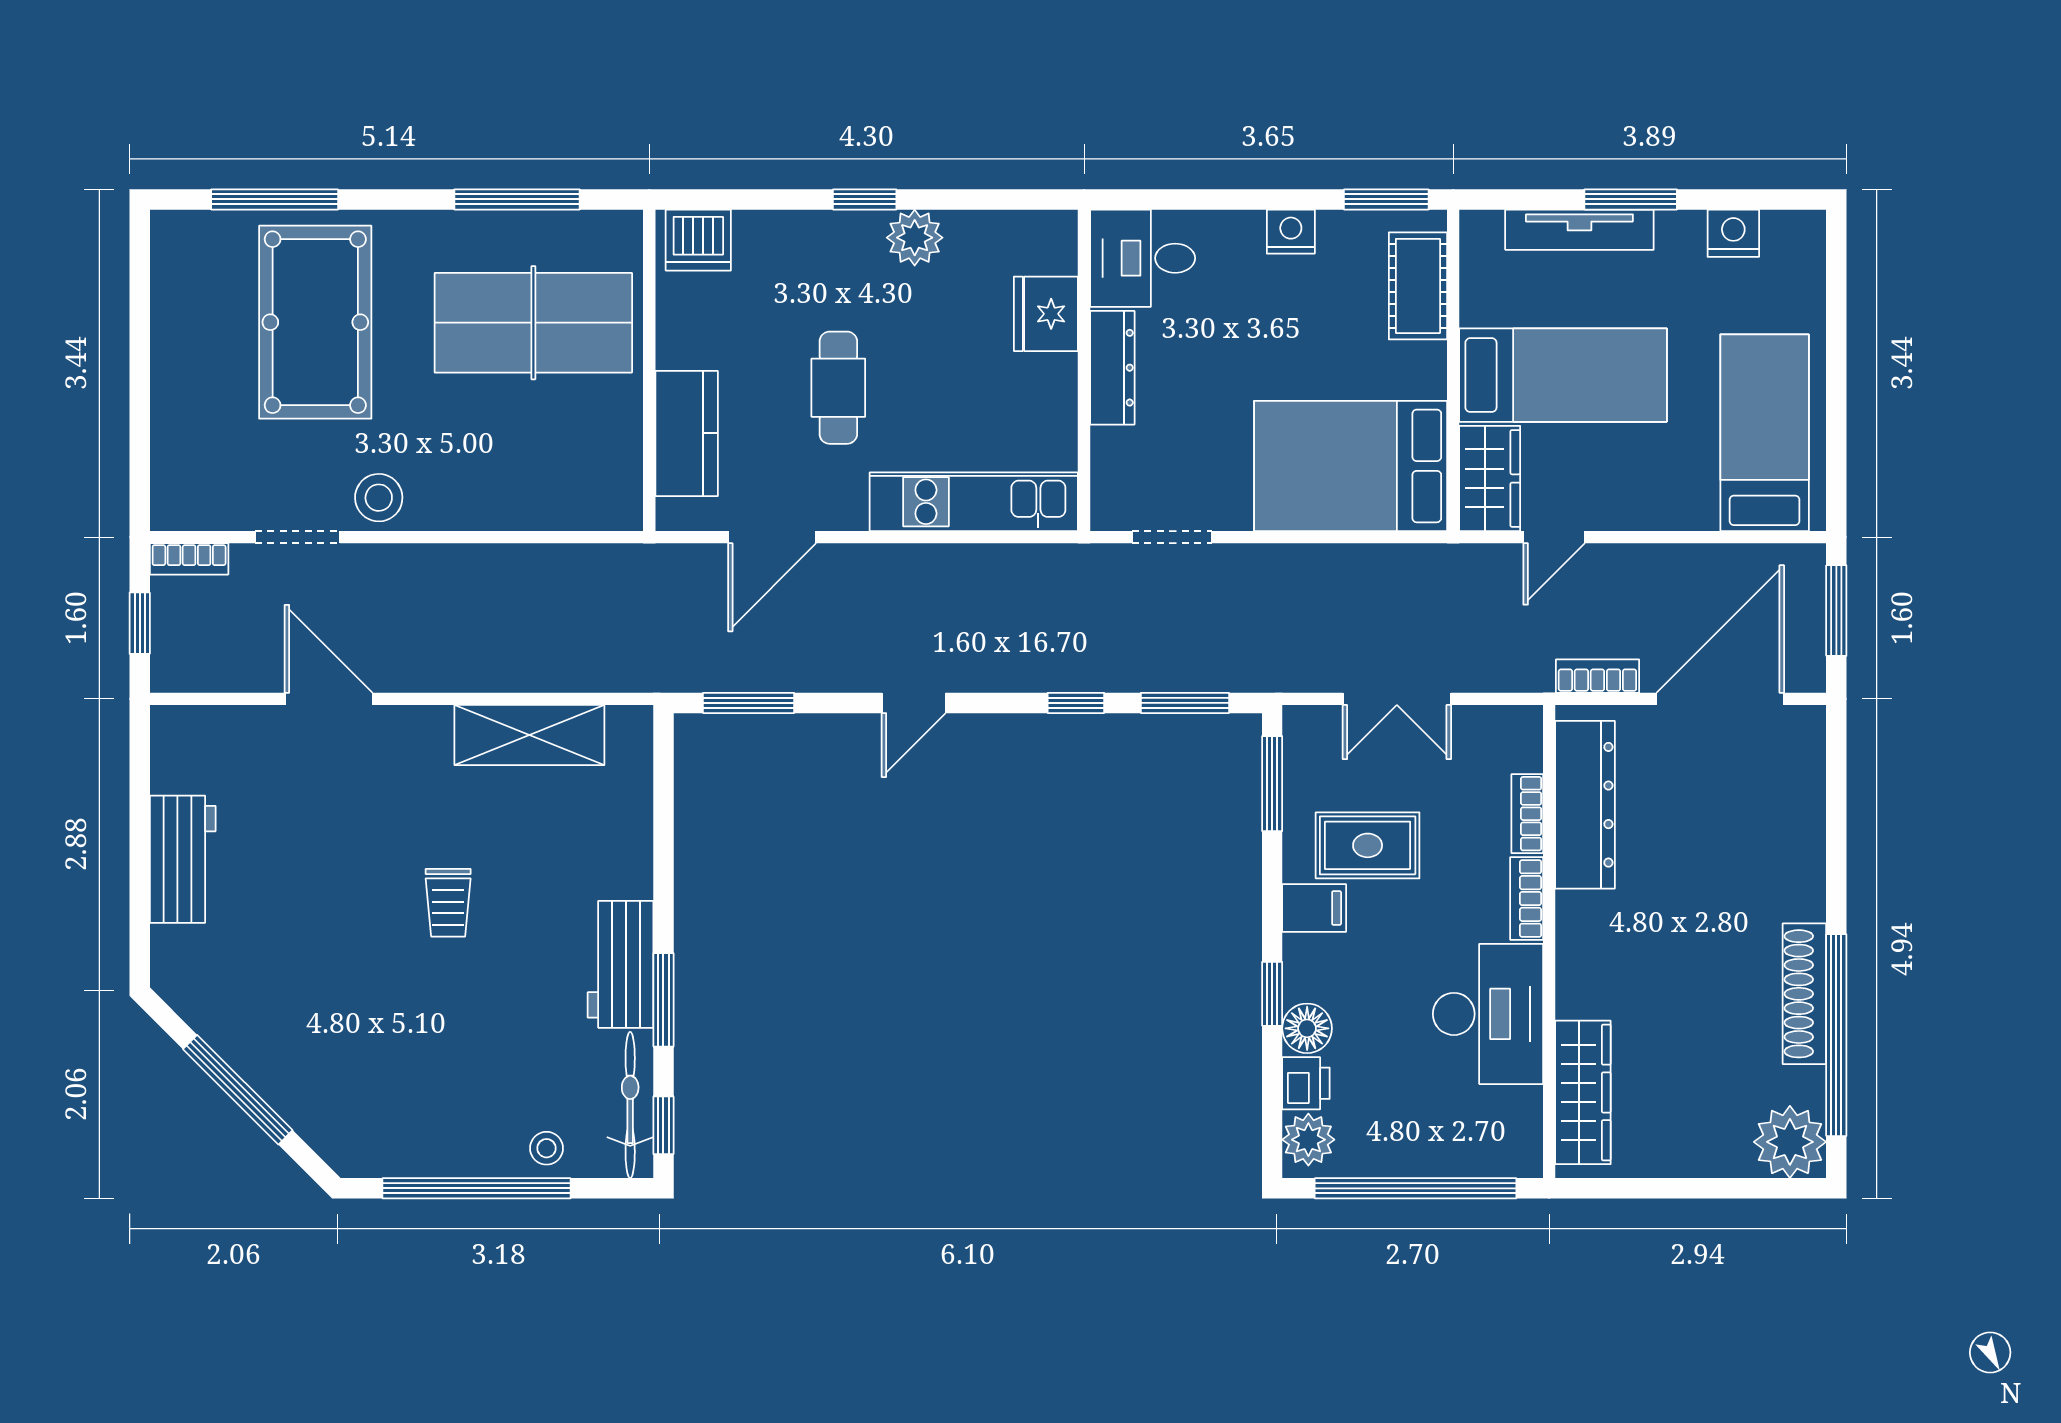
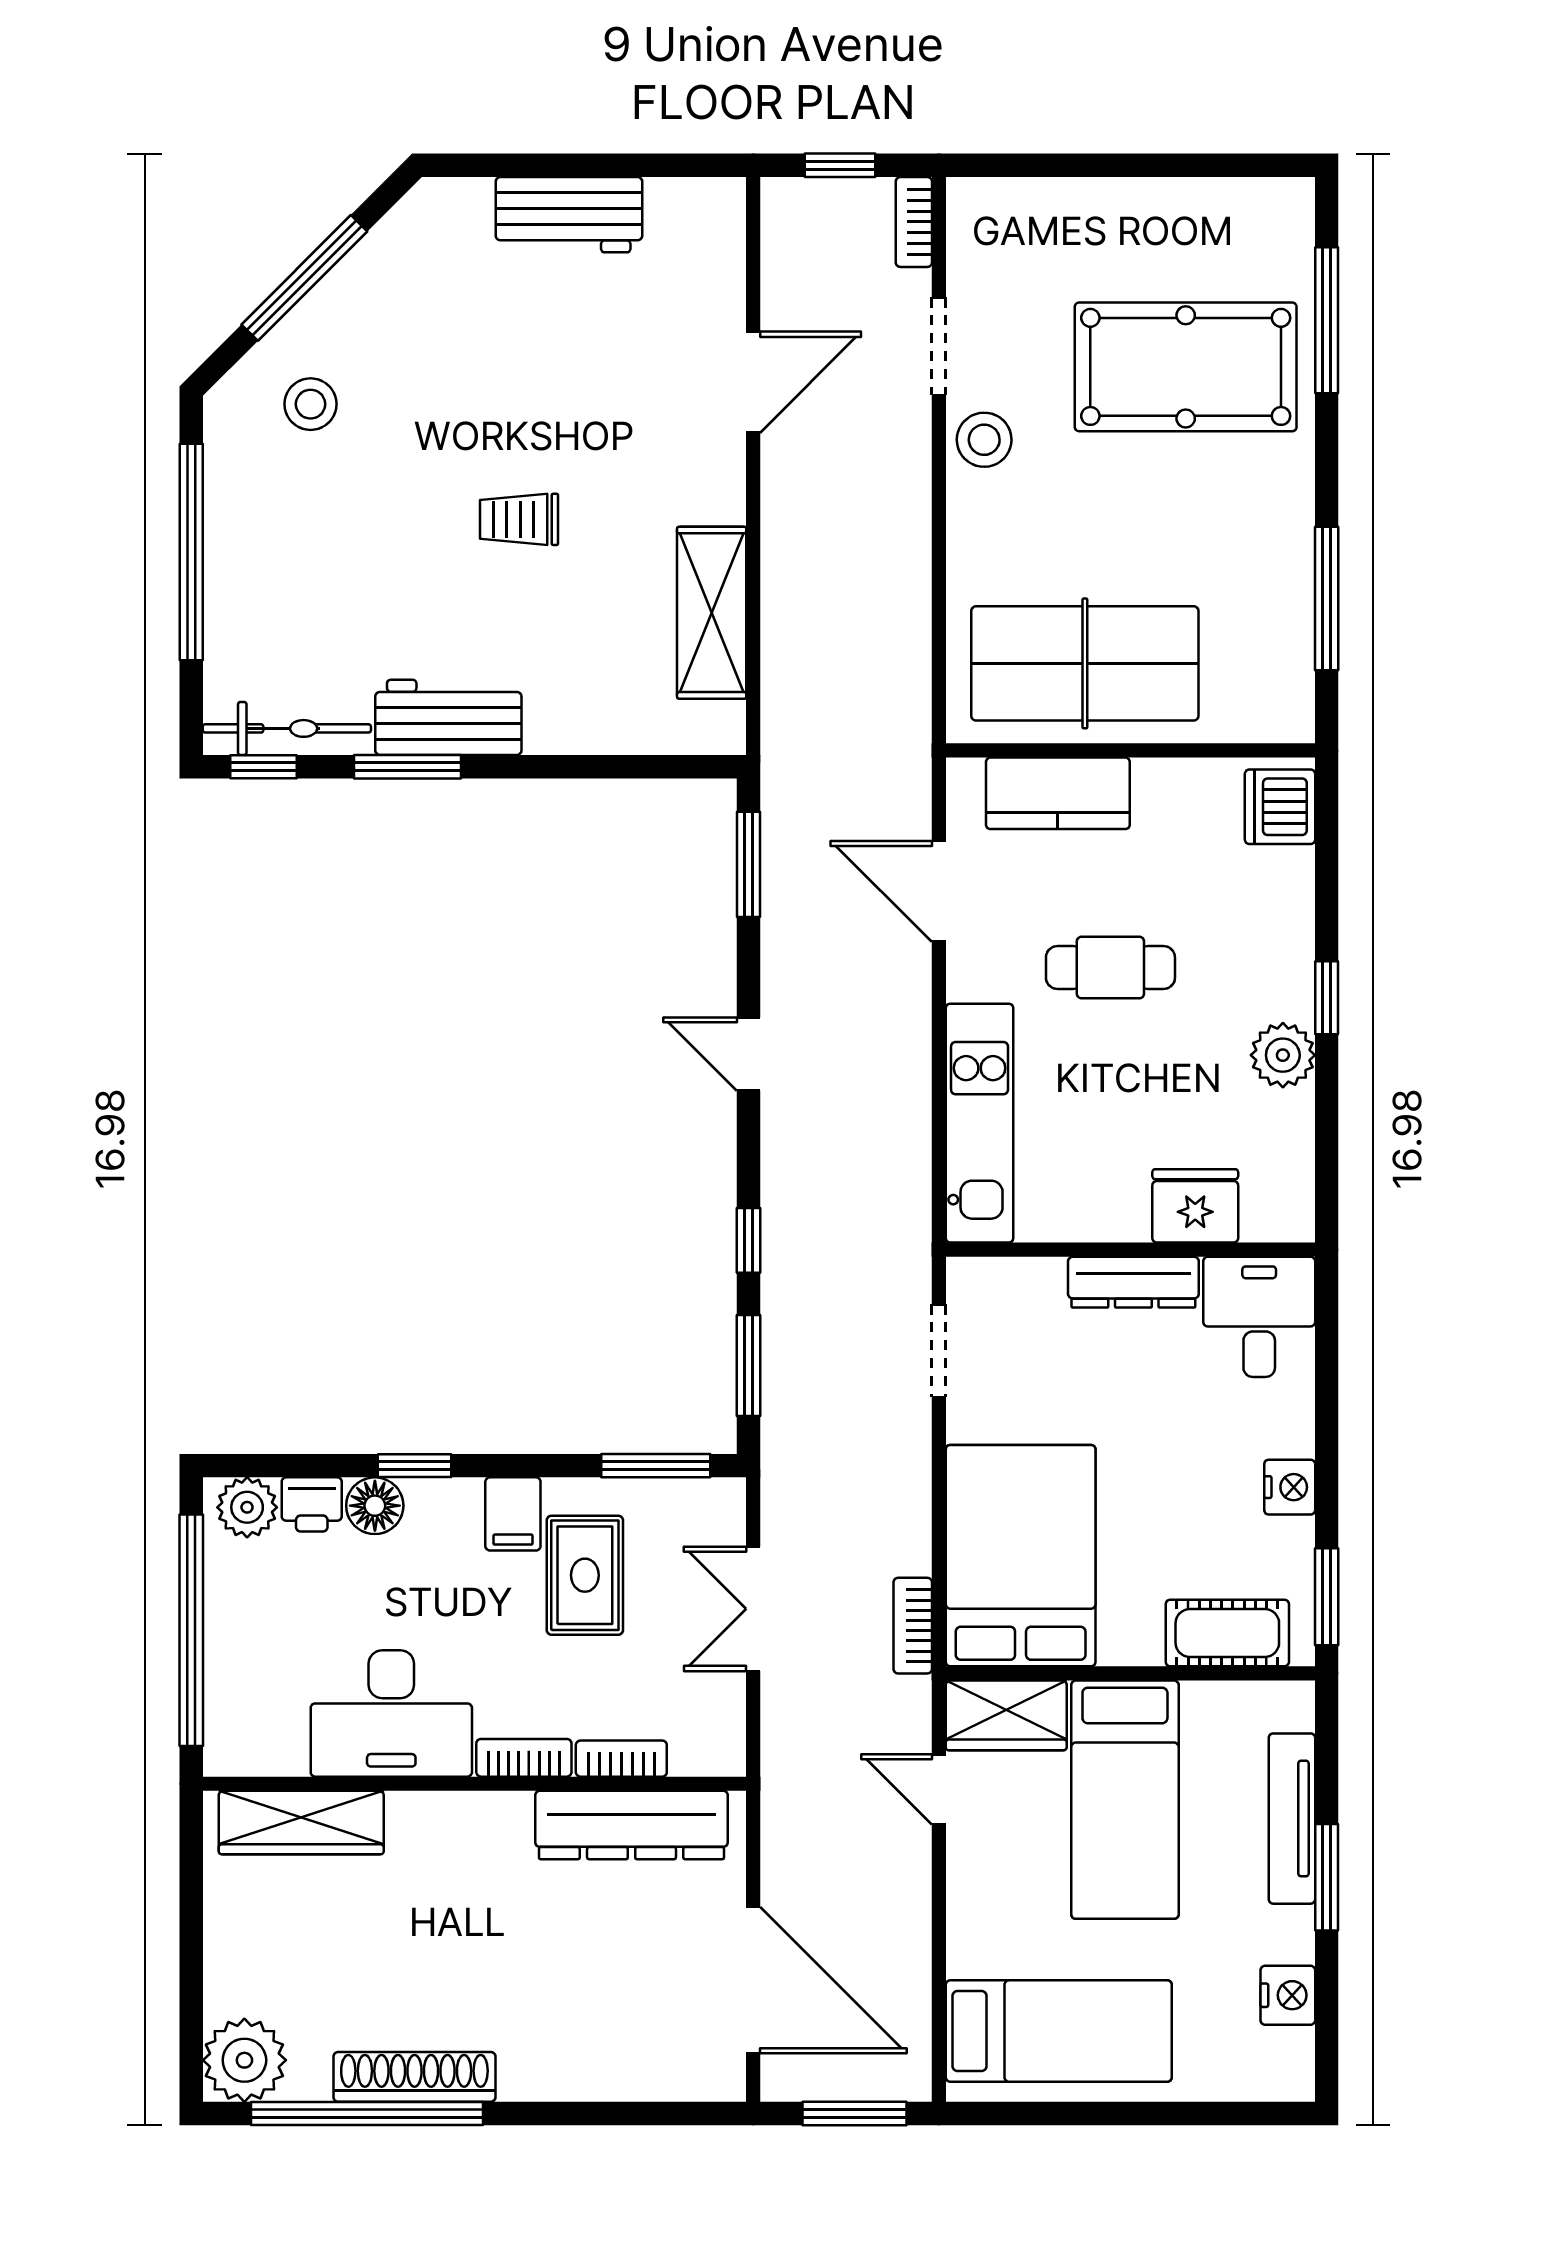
table tennis table: (533, 323) -> (1085, 663), moved, turned 90
bookcase: (1597, 676) -> (913, 1626), moved, turned 180
stool: (546, 1148) -> (311, 404), moved, width x1.37, depth x1.37

